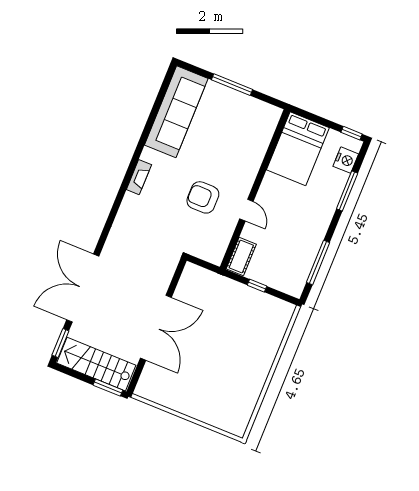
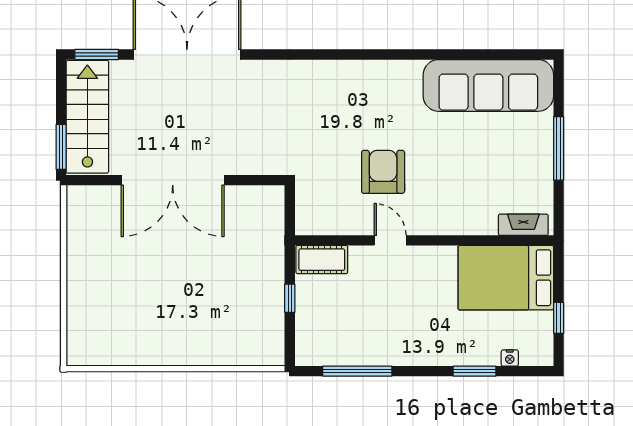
window: (352, 133) -> (559, 318), moved
nightstand: (346, 160) -> (510, 358), width x0.53, depth x0.56
fireplace: (139, 177) -> (523, 225), moved, turned 180
window: (347, 191) -> (475, 371), width x0.69
door: (246, 210) -> (390, 240), swing flipped

